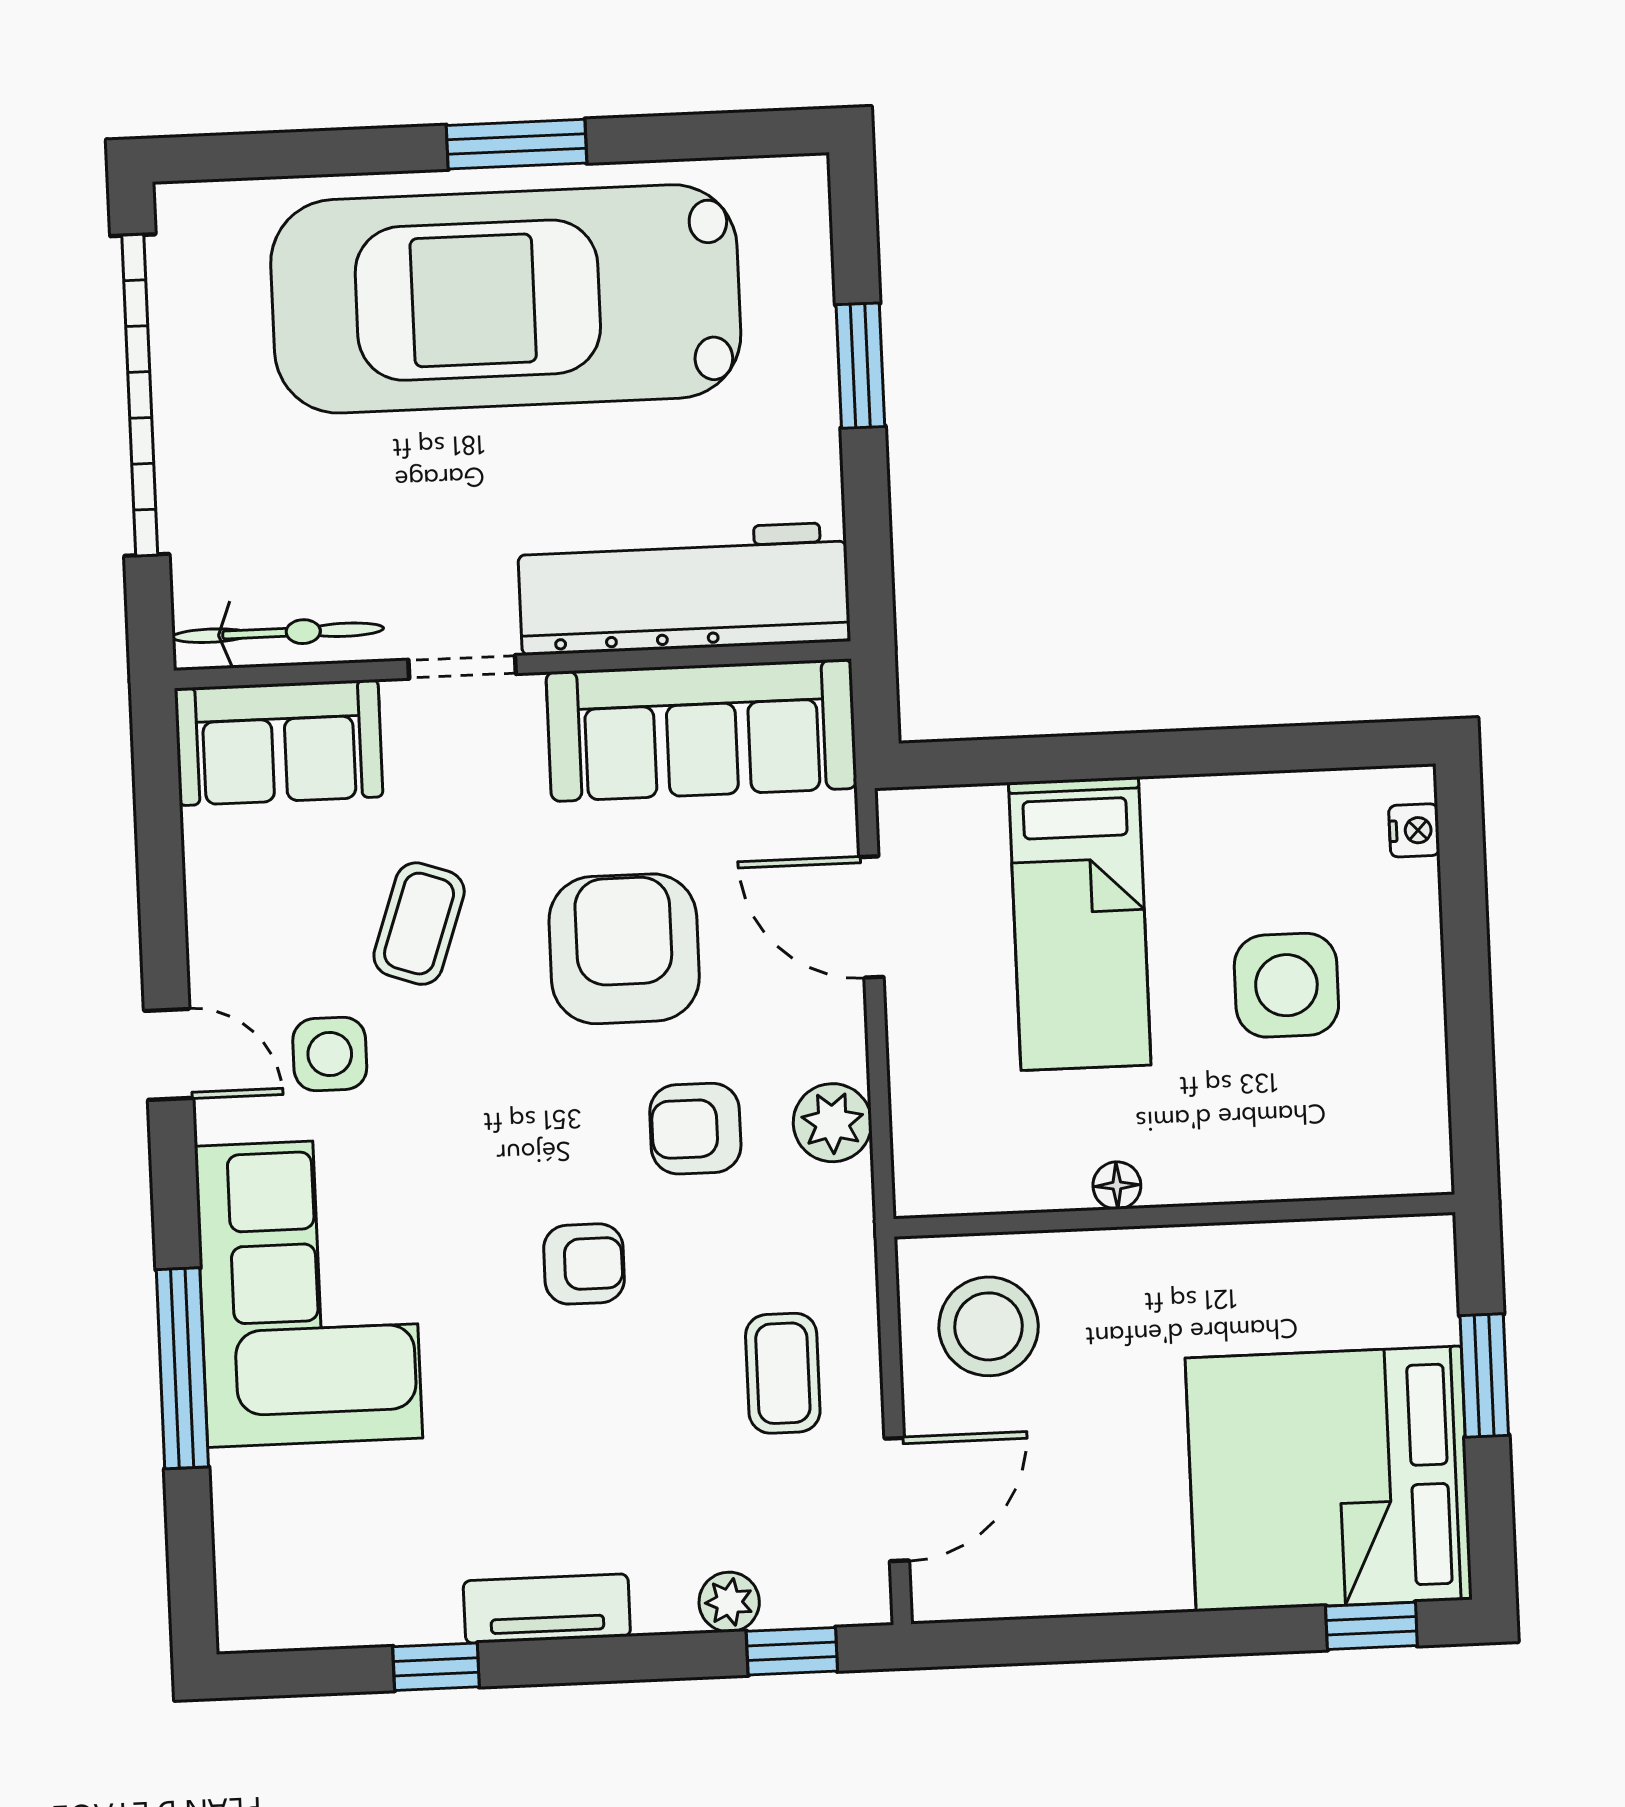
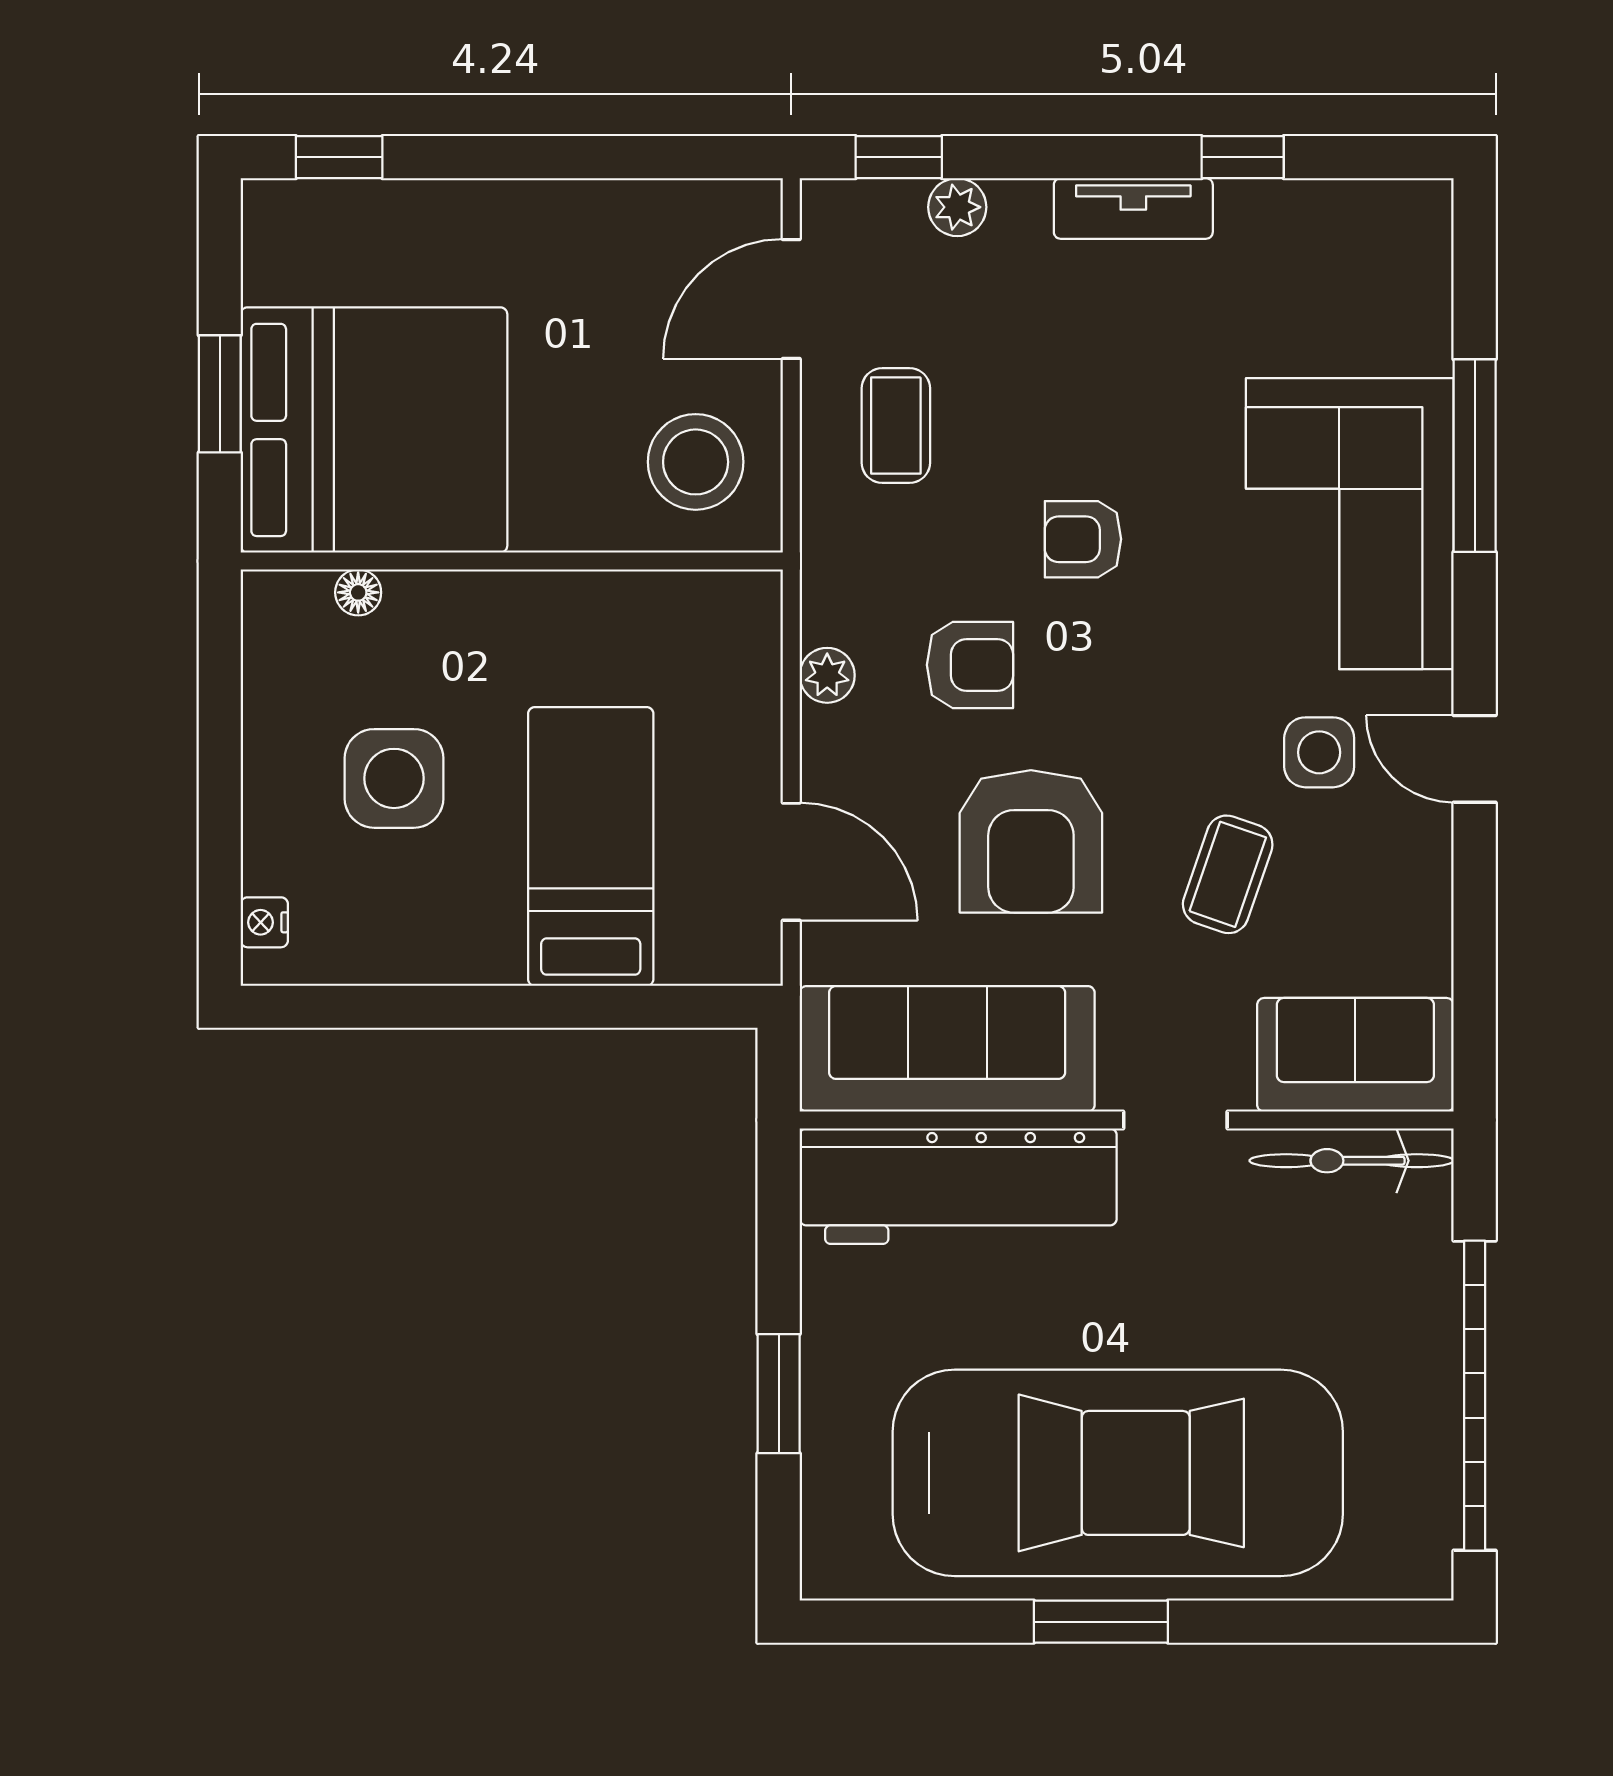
plant: (832, 1123) -> (827, 675), width x0.73, depth x0.73
floor lamp: (1117, 1186) -> (358, 592), moved
bed: (1329, 1479) -> (374, 430), moved

